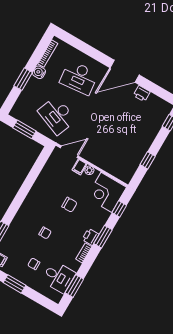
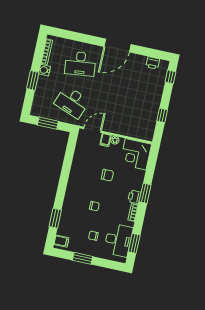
printer: (142, 94) -> (153, 63), moved
window: (119, 209) -> (151, 165), removed
desk: (59, 277) -> (118, 240), width x1.37

